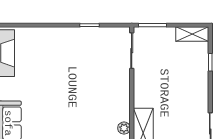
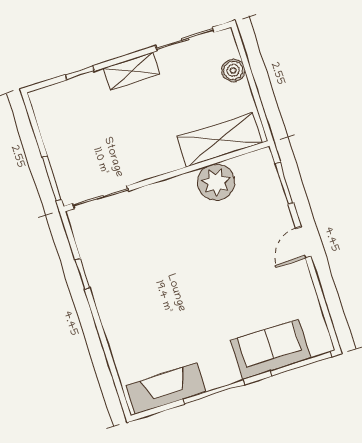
shelving: (192, 34) -> (131, 71), moved, turned 90
plant: (124, 128) -> (216, 182), width x1.88, depth x1.88

